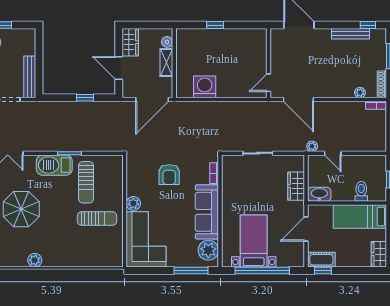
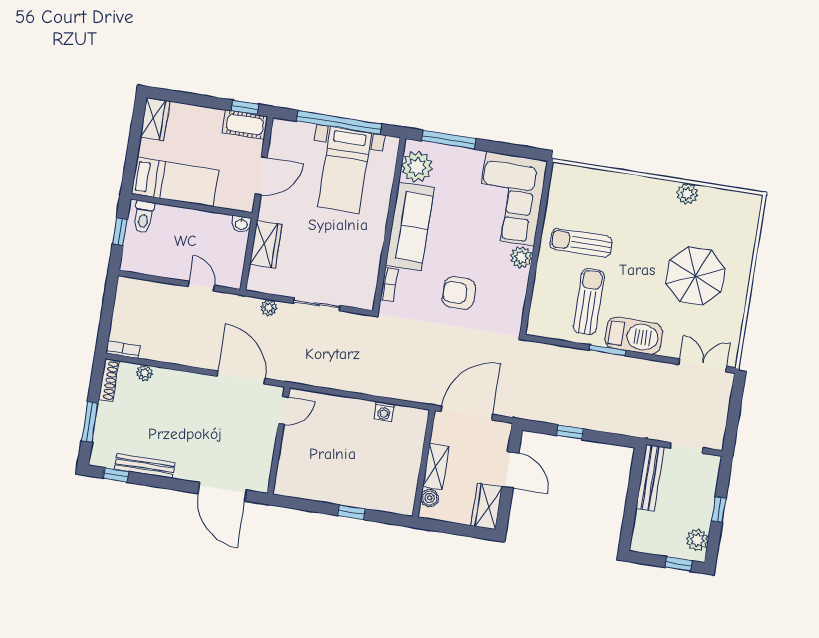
washing machine: (205, 87) -> (384, 412), width x0.53, depth x0.53
plant: (312, 146) -> (269, 308), moved
armchair: (169, 175) -> (459, 293), turned -90
toilet: (361, 191) -> (144, 217), moved
washbasin: (319, 194) -> (241, 224), width x0.52, depth x0.69

